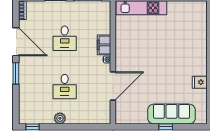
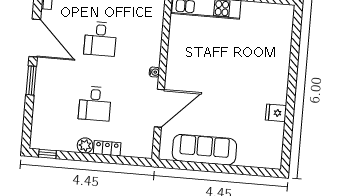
filing cabinet: (104, 45) -> (152, 52), removed
sofa: (172, 114) -> (204, 150), moved
locker: (77, 119) -> (107, 148), added
window: (166, 127) -> (226, 169), removed

